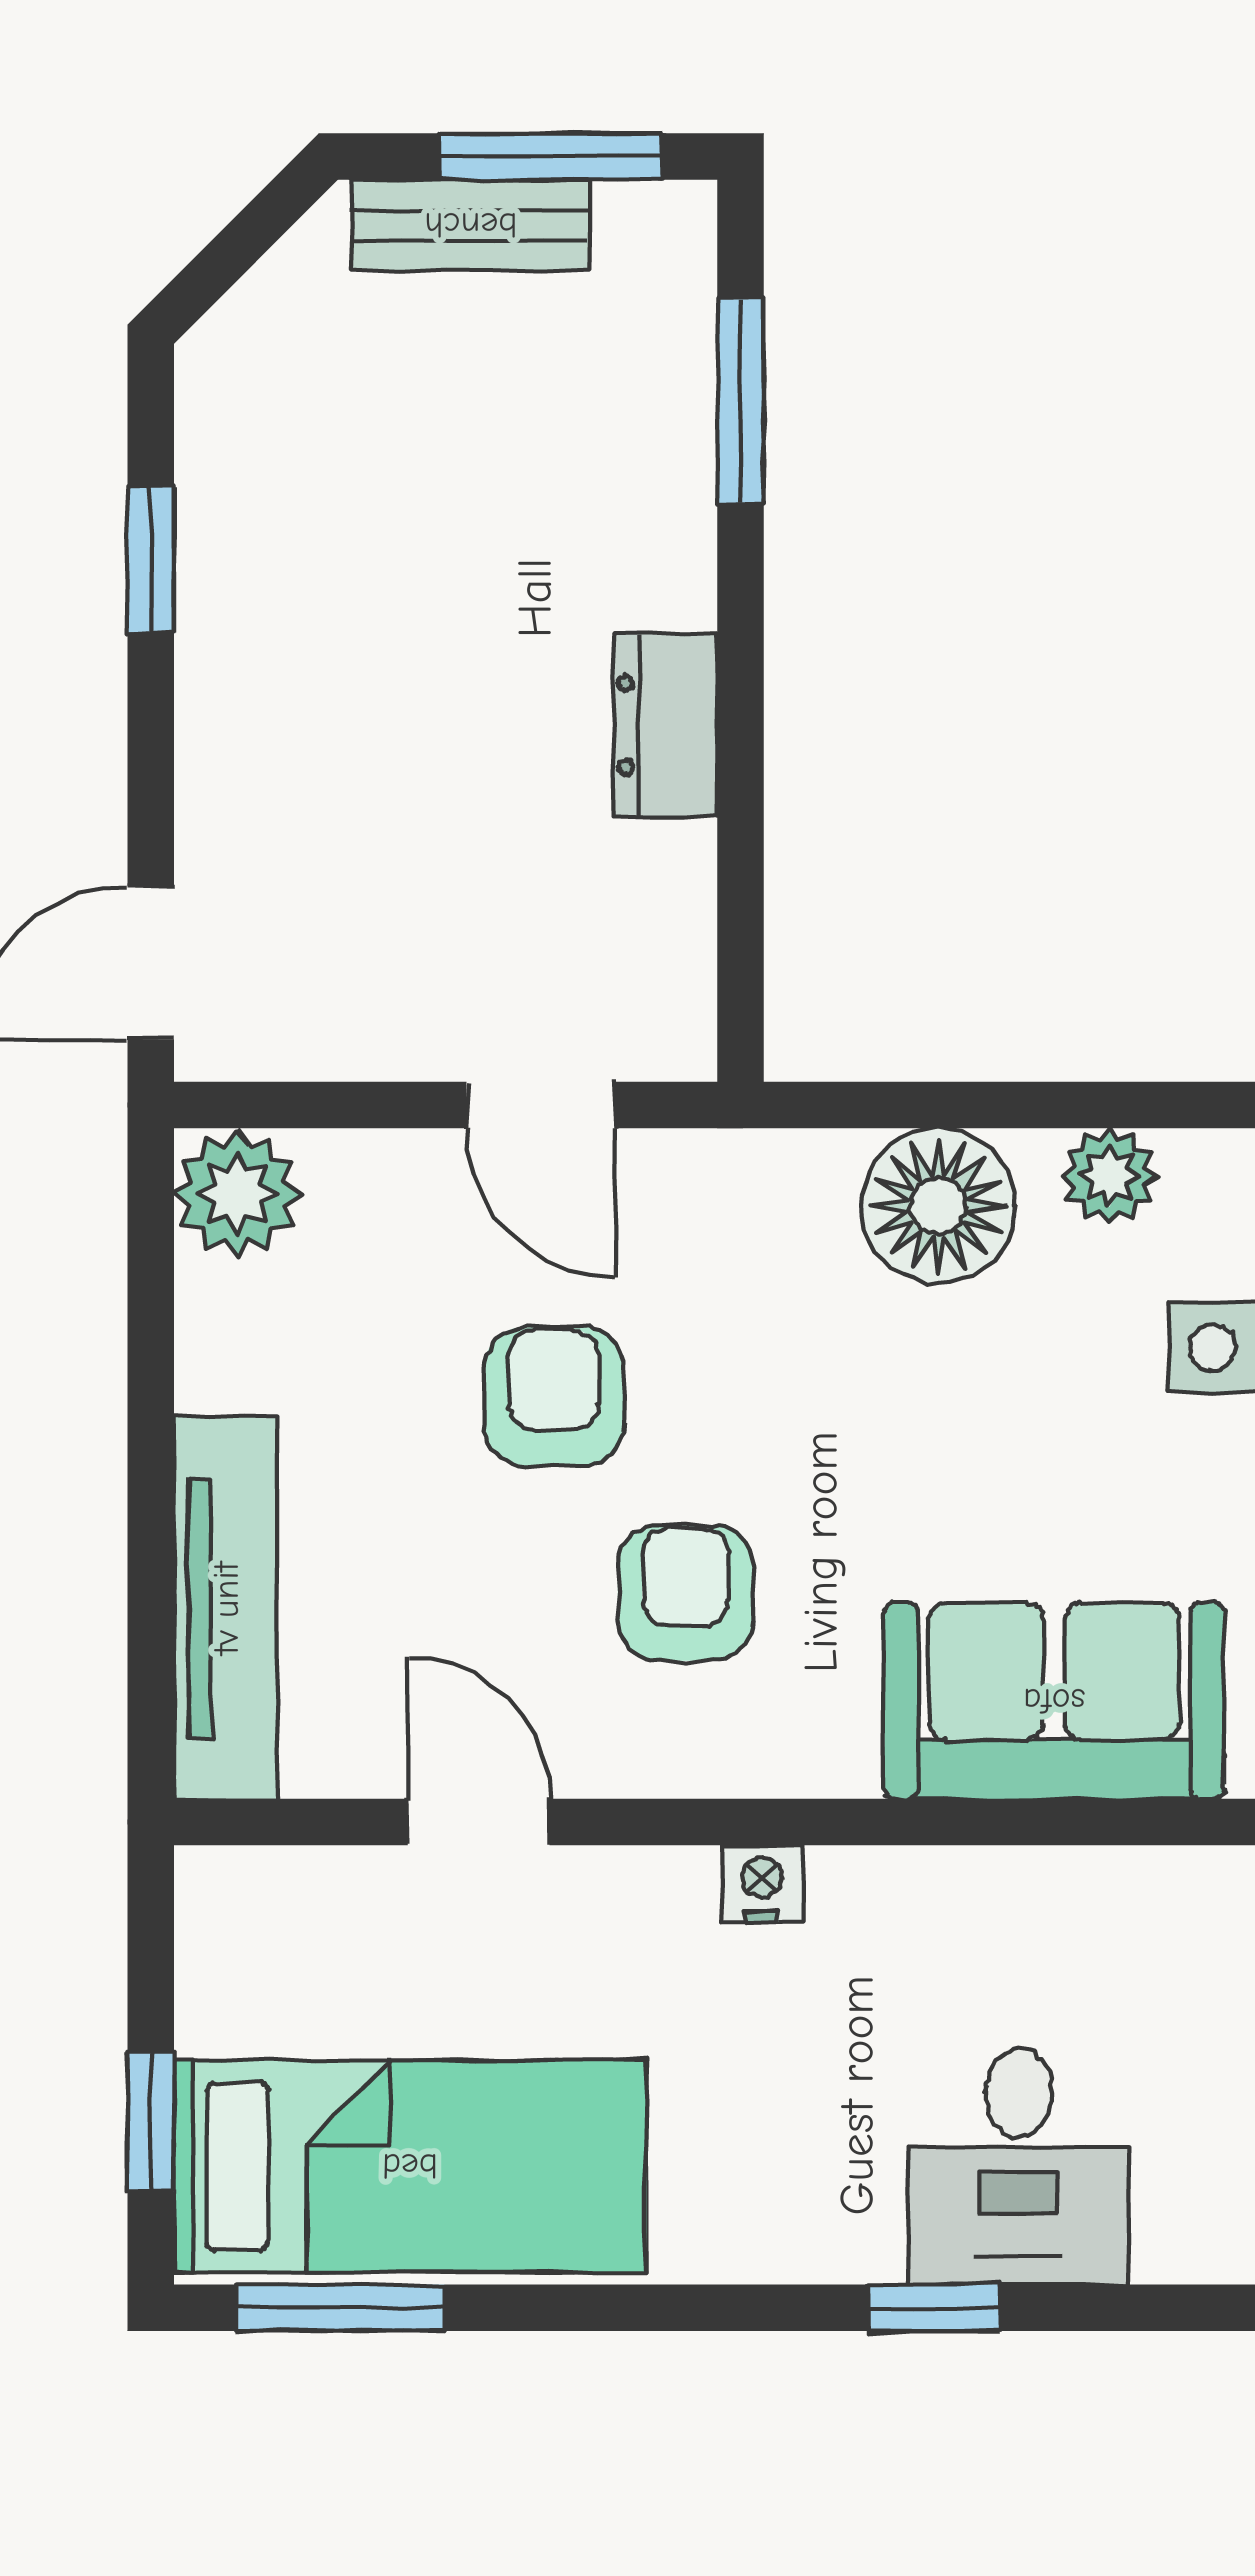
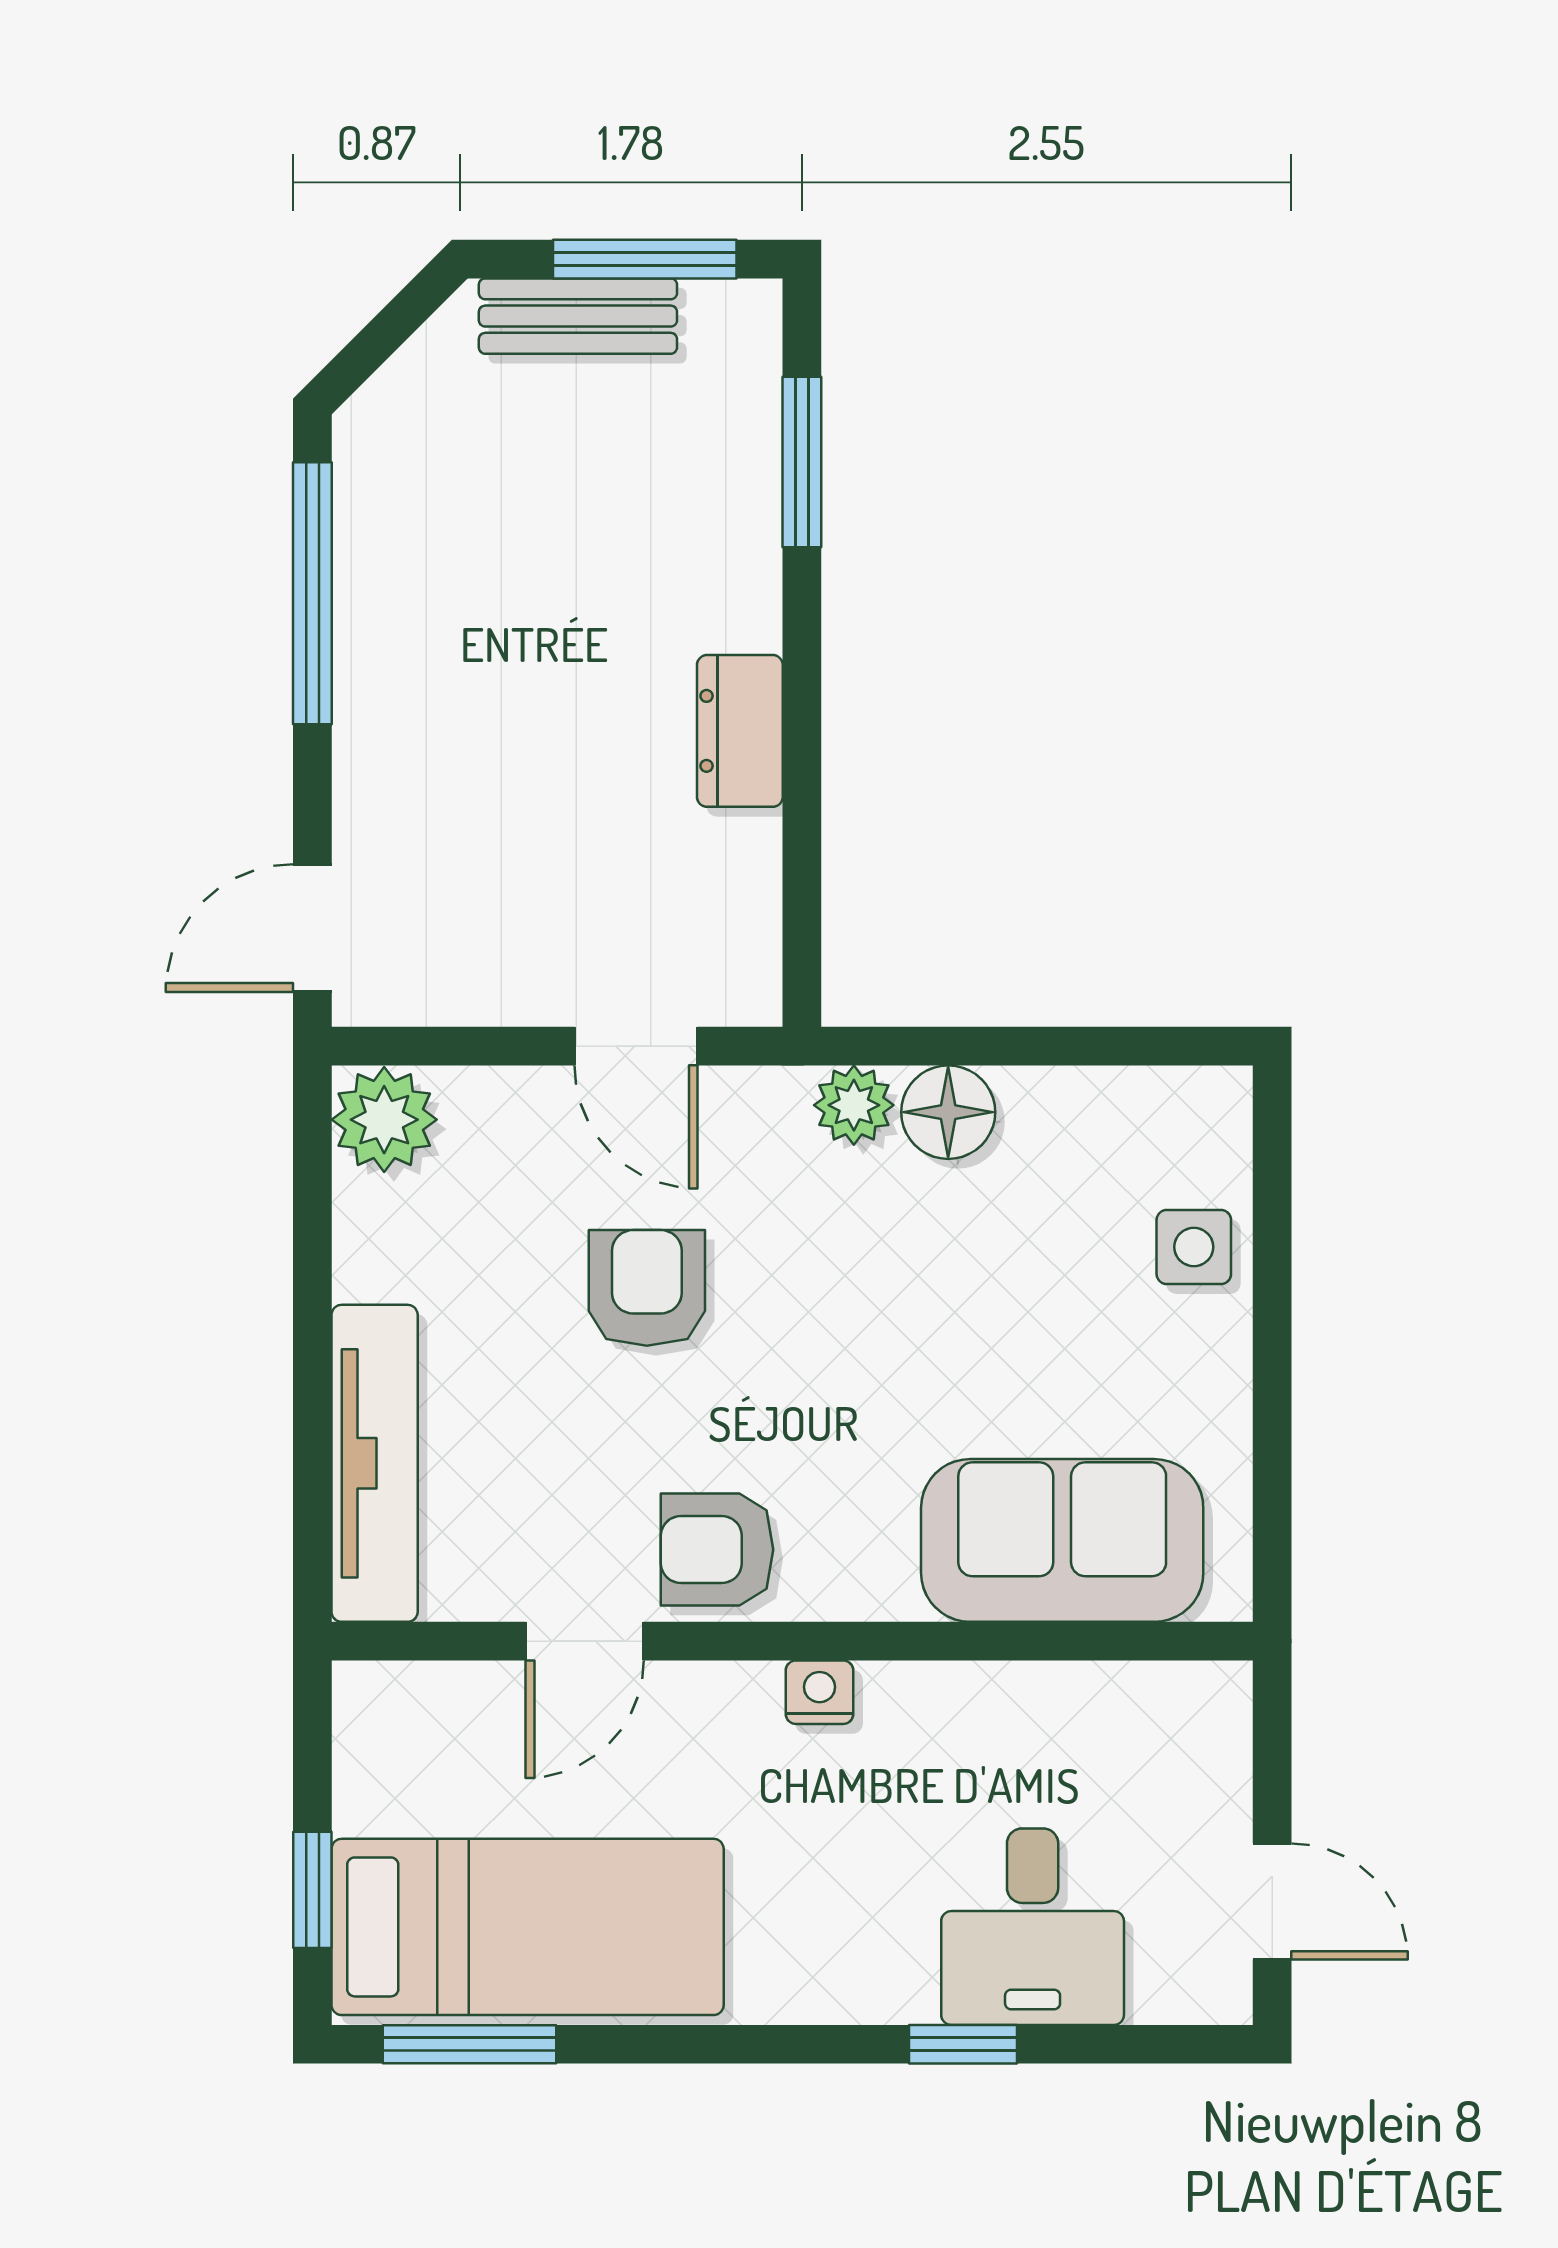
window: (151, 559) -> (312, 593), width x2.17
plant: (1109, 1176) -> (854, 1105), moved
floor lamp: (938, 1206) -> (948, 1112), width x0.73, depth x0.73
armchair: (685, 1593) -> (717, 1550), moved, turned -90
door: (479, 1822) -> (585, 1641), swing flipped

